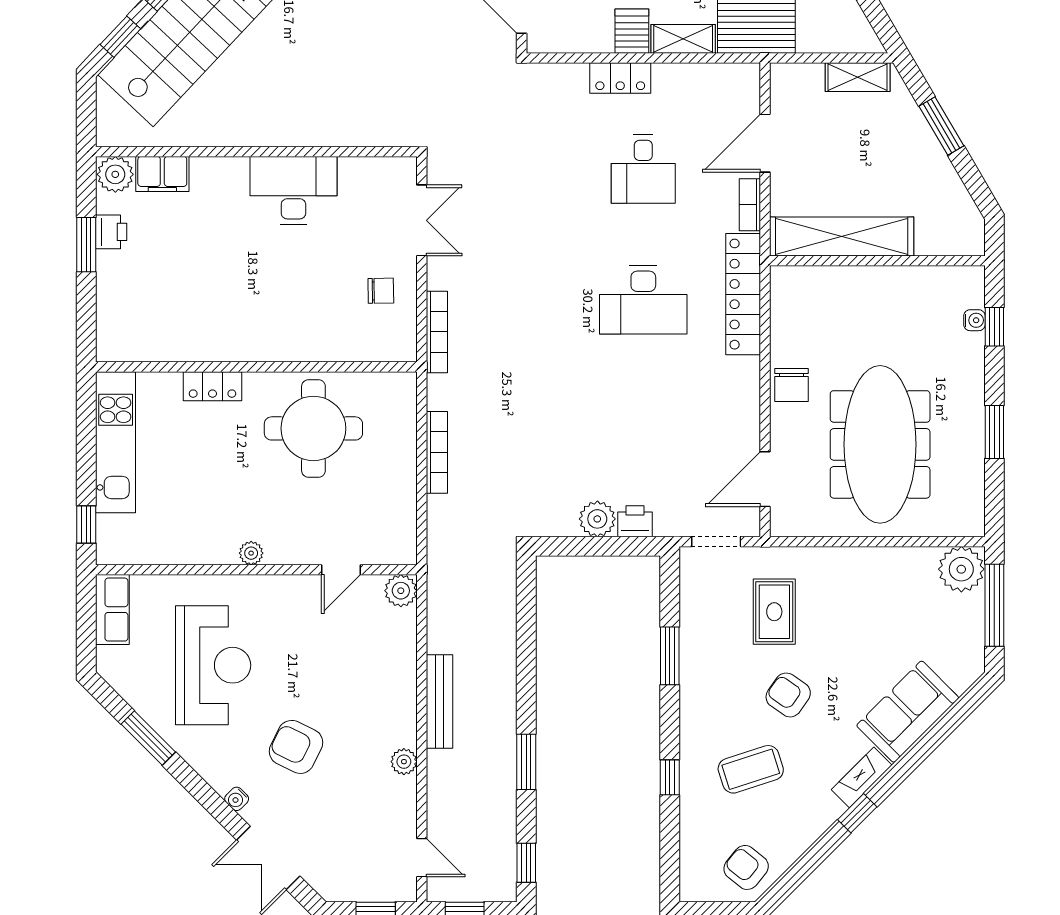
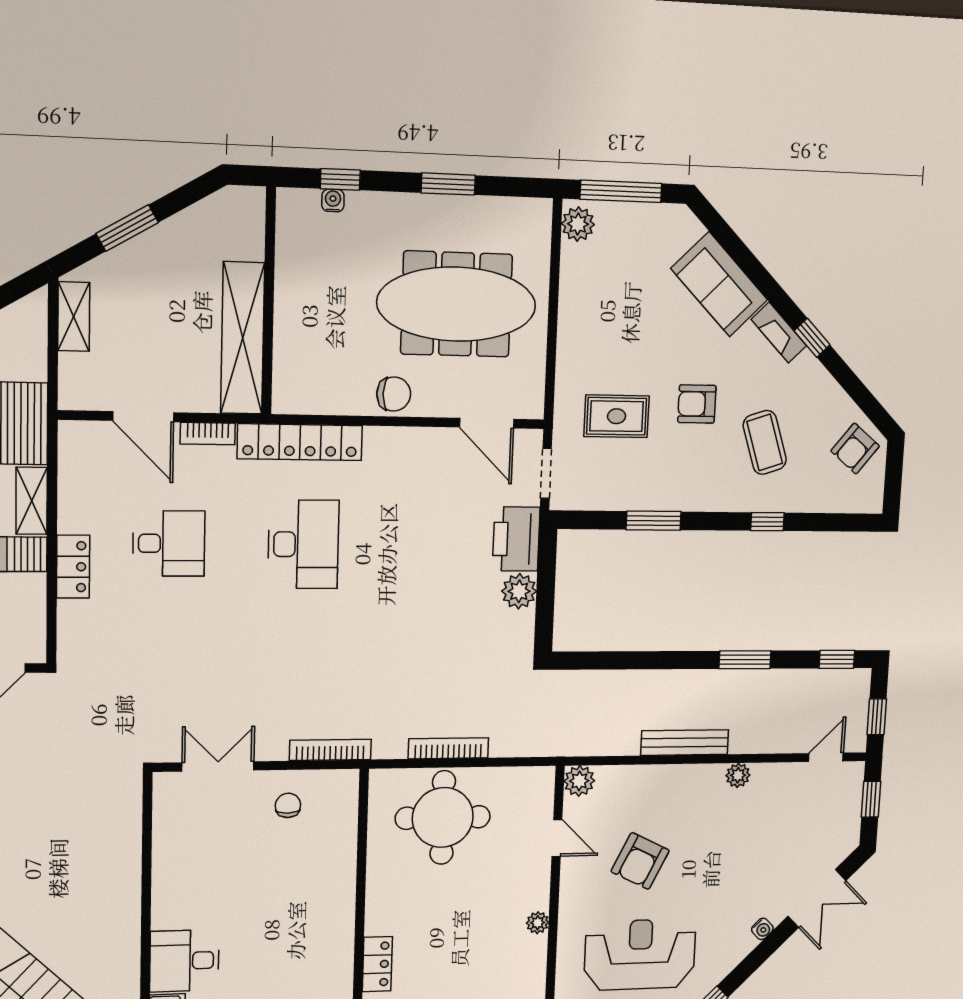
desk: (293, 190) -> (184, 961), moved, width x0.73
round table: (313, 428) -> (443, 817), moved
printer: (635, 521) -> (516, 539), width x1.87, depth x1.48
plant: (961, 569) -> (578, 224), width x0.73, depth x0.73
armchair: (788, 695) -> (697, 404), turned 55
armchair: (296, 747) -> (640, 861), moved

